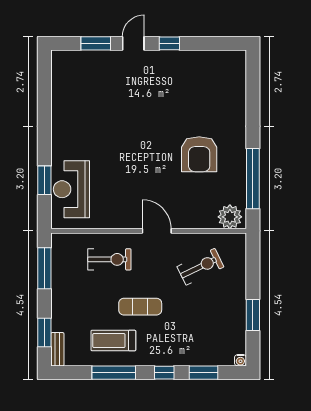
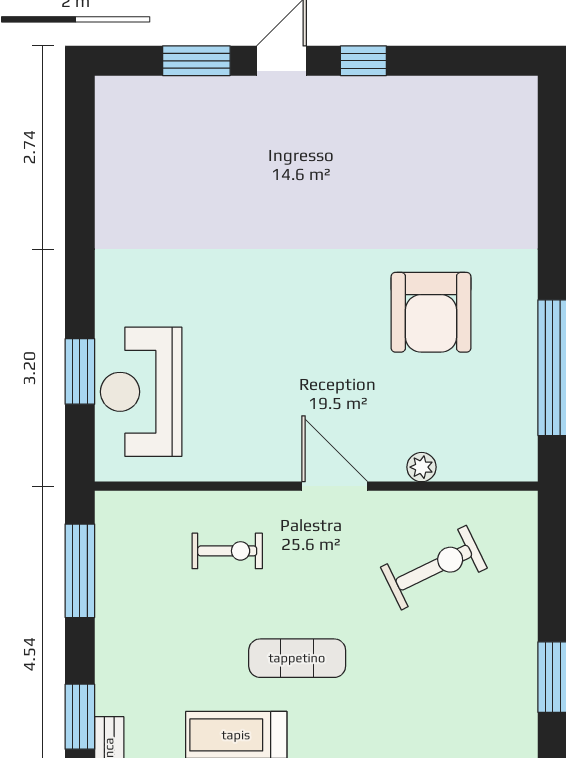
plant: (230, 217) -> (422, 467), moved, width x0.53, depth x0.53
exercise bike: (109, 259) -> (227, 551), width x0.73, depth x0.72

